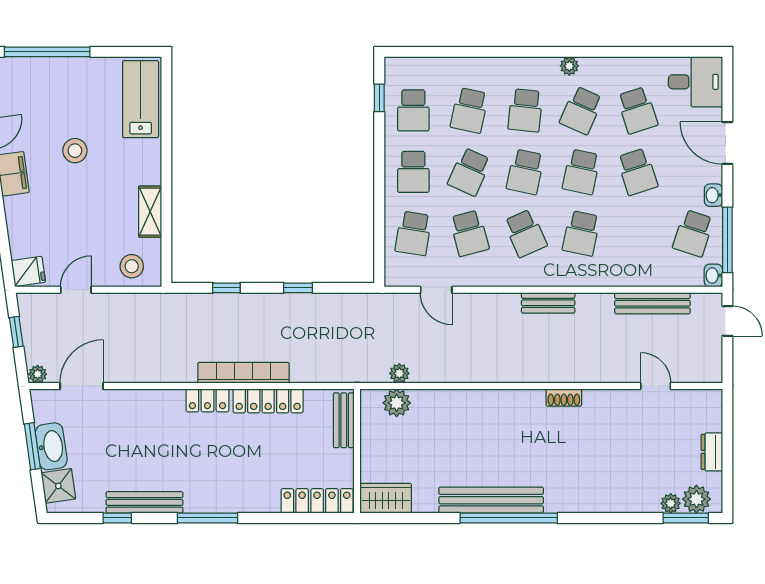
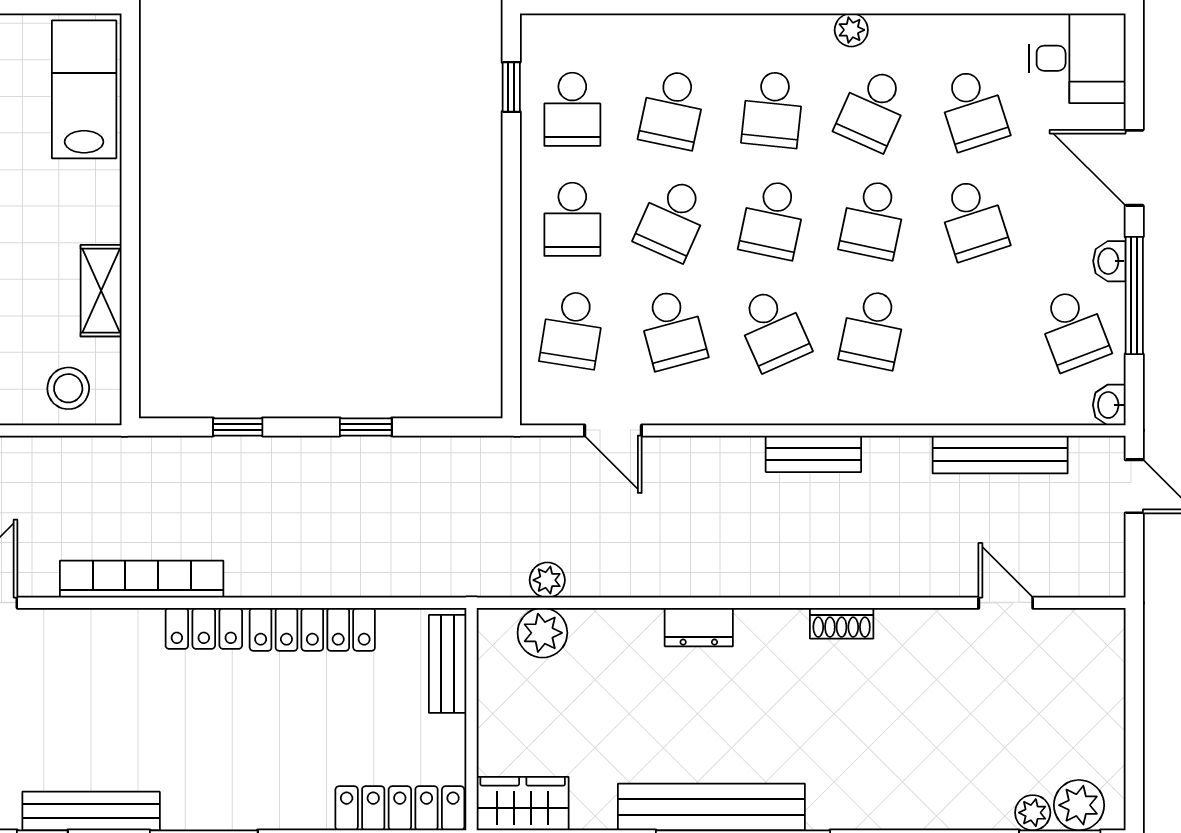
school desk: (693, 233) -> (1073, 329), turned -39
window: (727, 240) -> (1134, 295), moved
bookcase: (244, 373) -> (142, 579), moved
dresser: (712, 452) -> (699, 627), moved, turned -90

